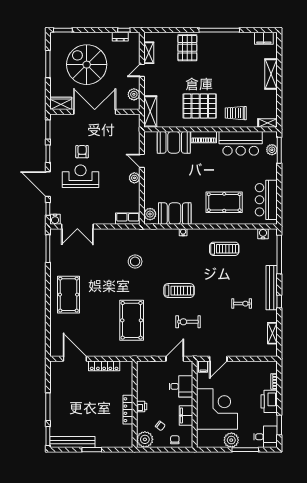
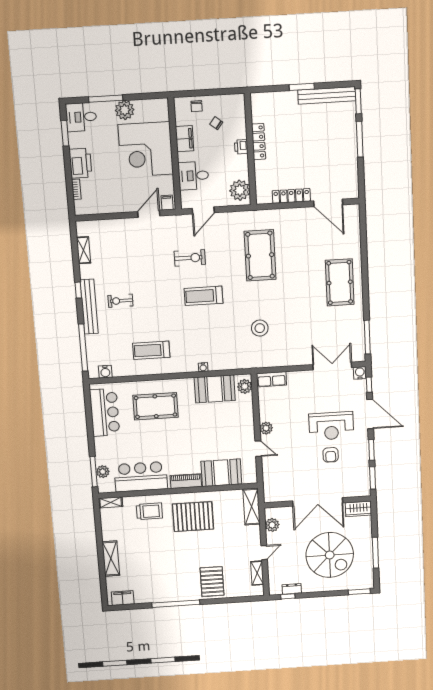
exercise bike: (242, 304) -> (120, 301), moved
plant: (145, 439) -> (240, 190), moved

